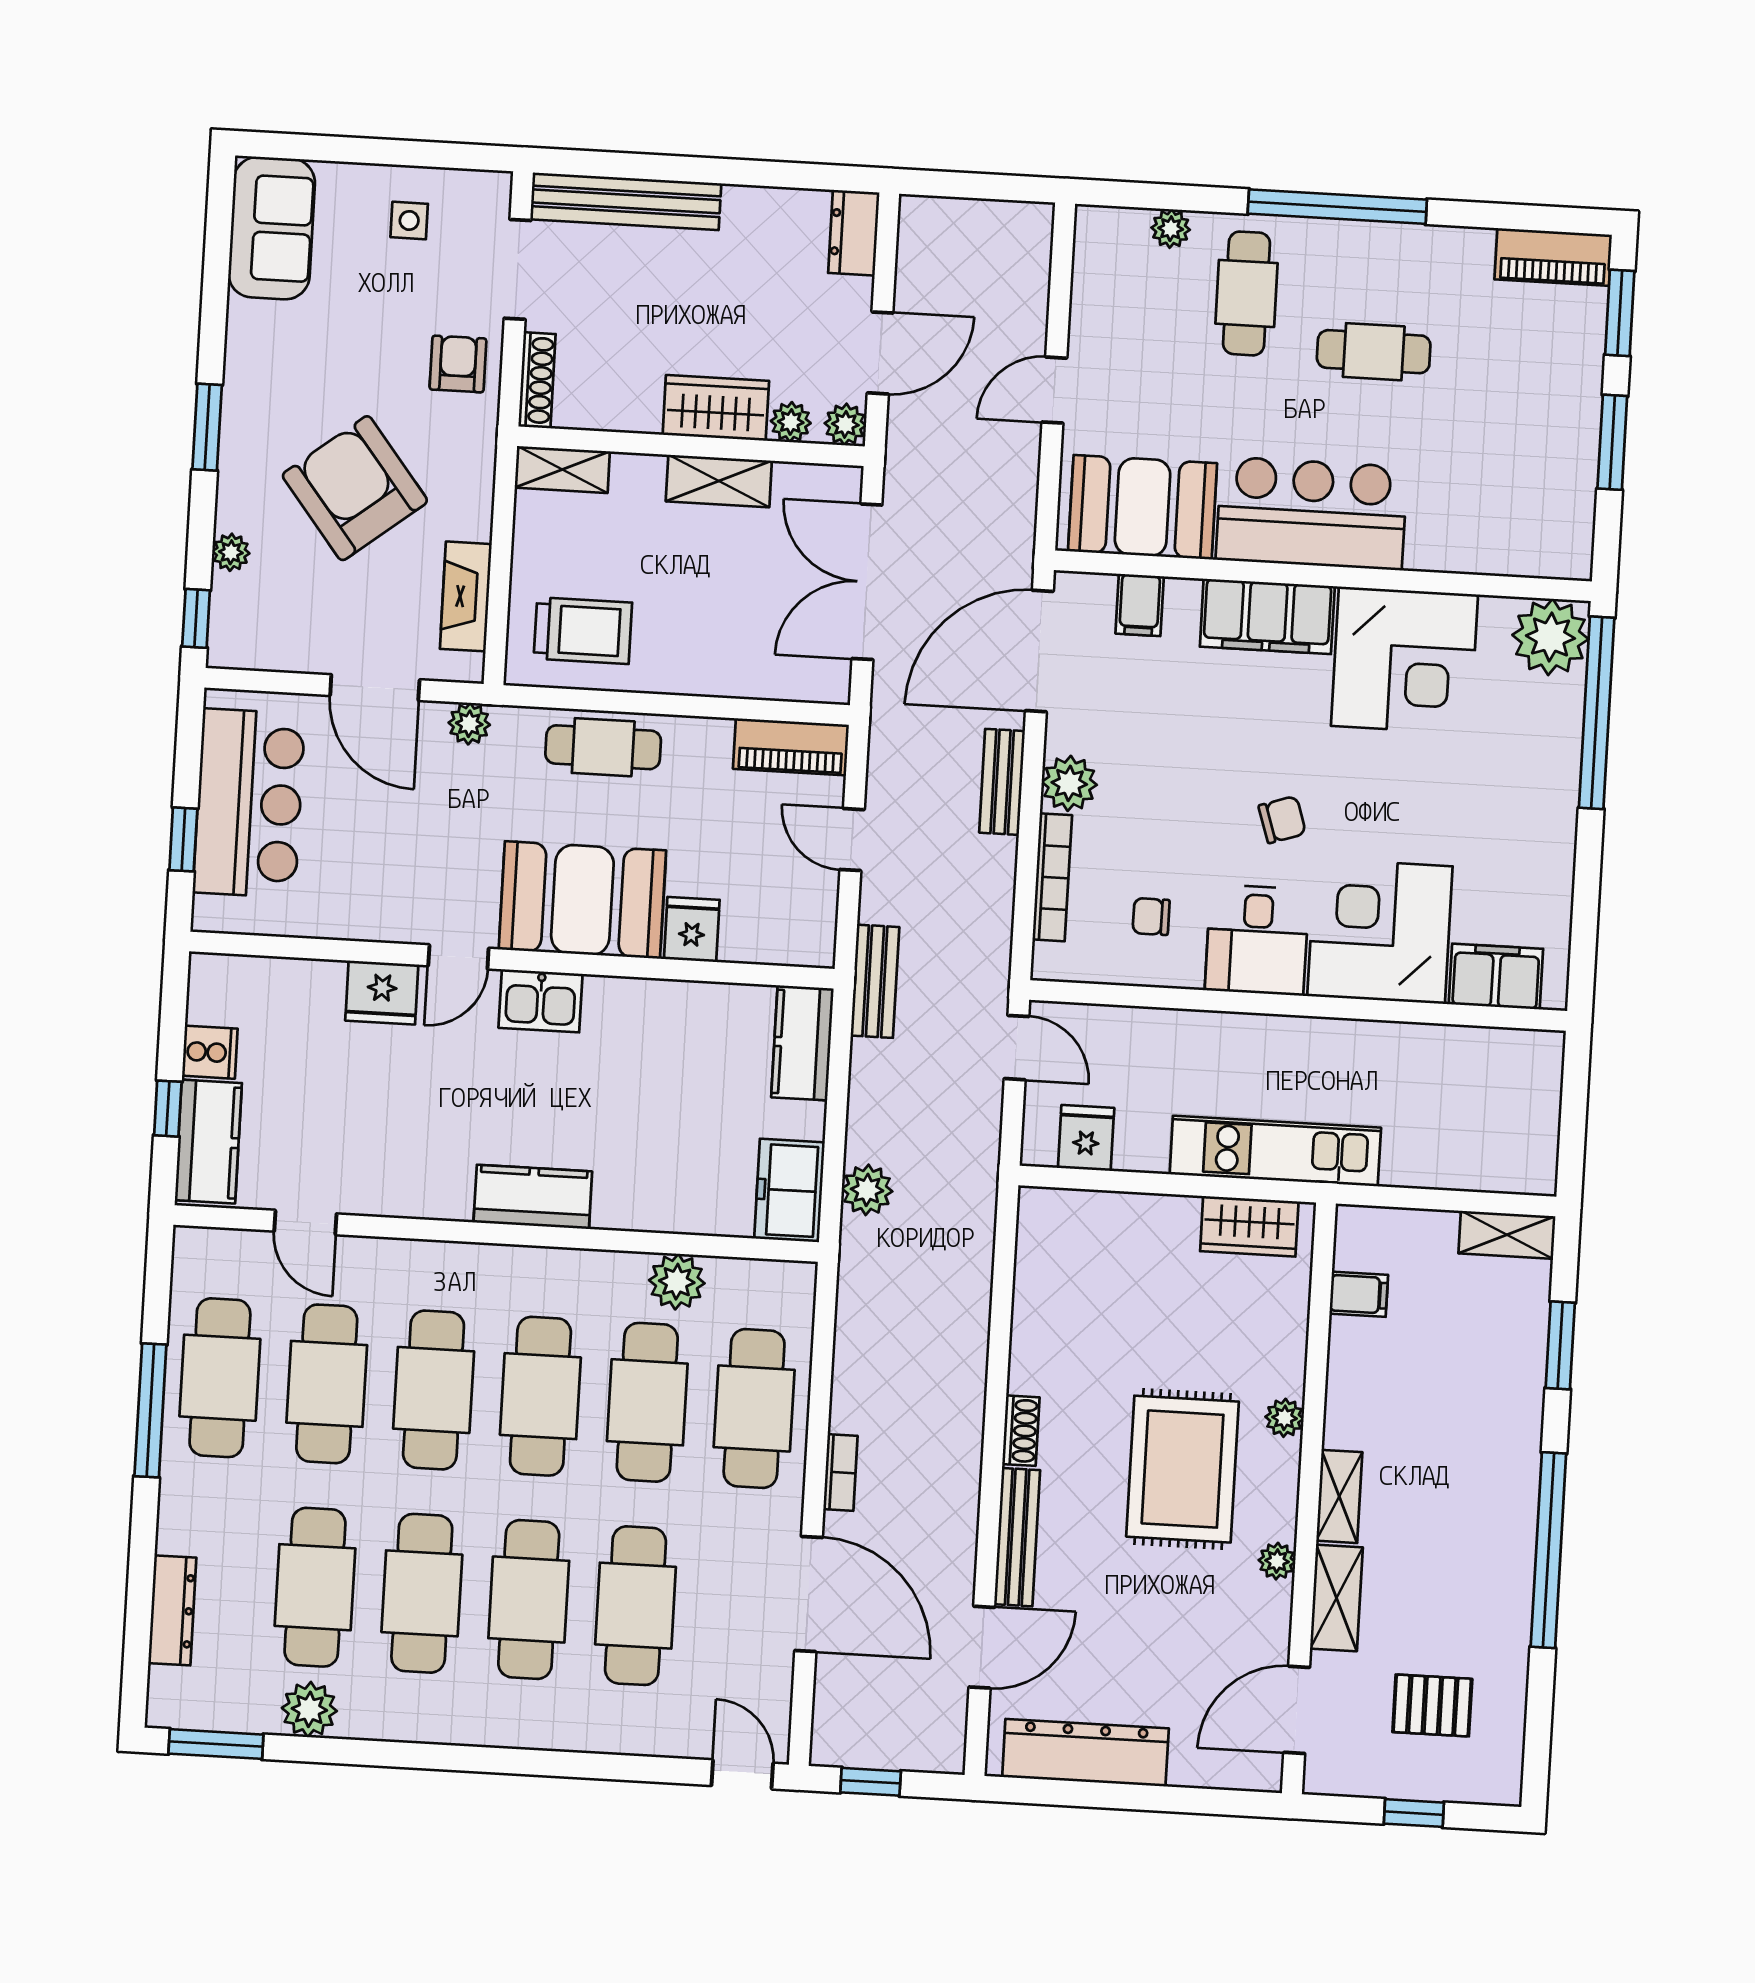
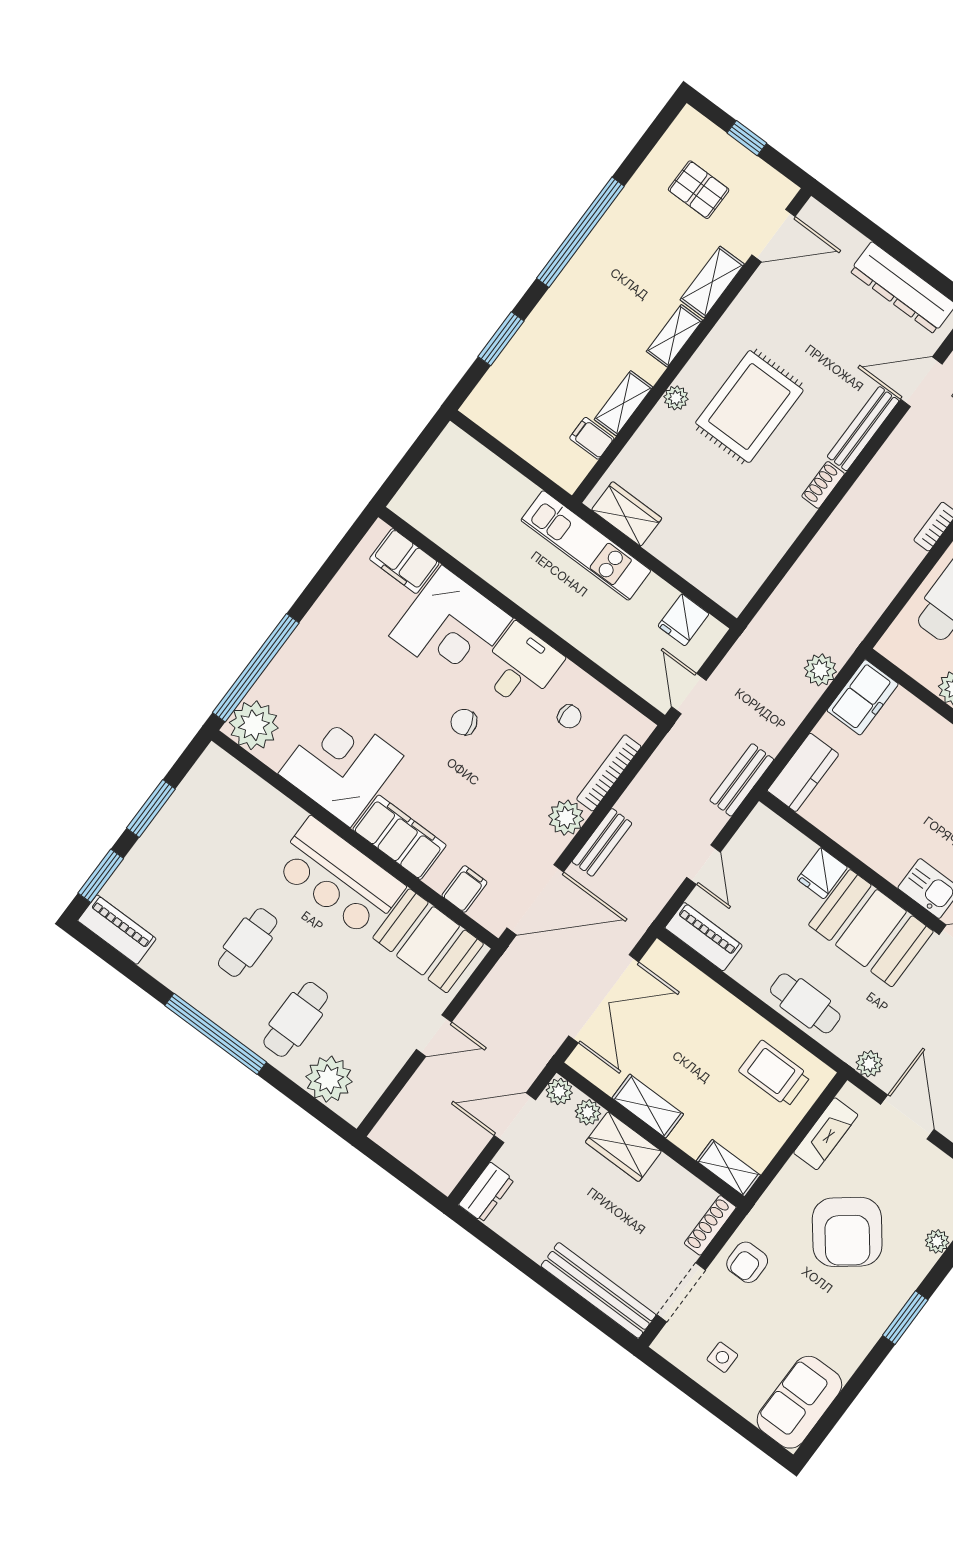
plant: (1171, 229) -> (329, 1079), width x1.88, depth x1.88
cafe table: (1374, 352) -> (248, 942), turned 90
shelving: (1507, 1235) -> (623, 403), moved, turned 90
plant: (1277, 1561) -> (731, 323), removed

